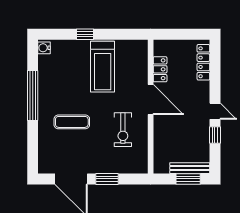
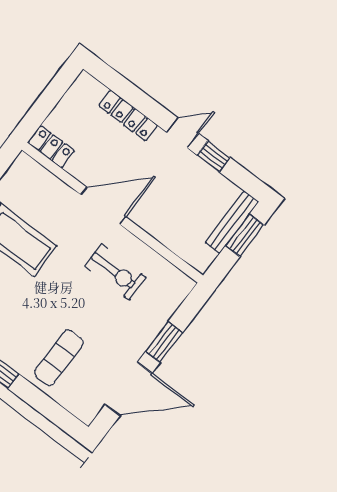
locker: (203, 62) -> (128, 115), moved
locker: (160, 69) -> (51, 147), moved
exercise mat: (72, 122) -> (59, 358), moved

